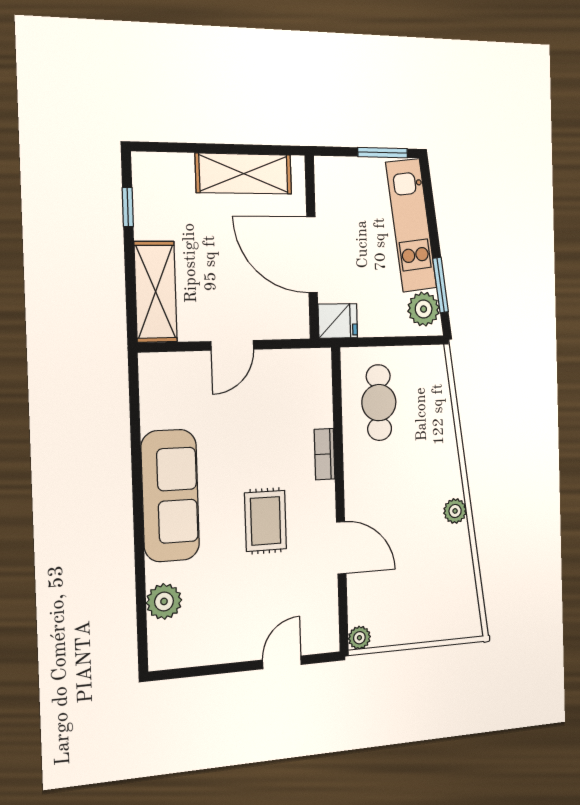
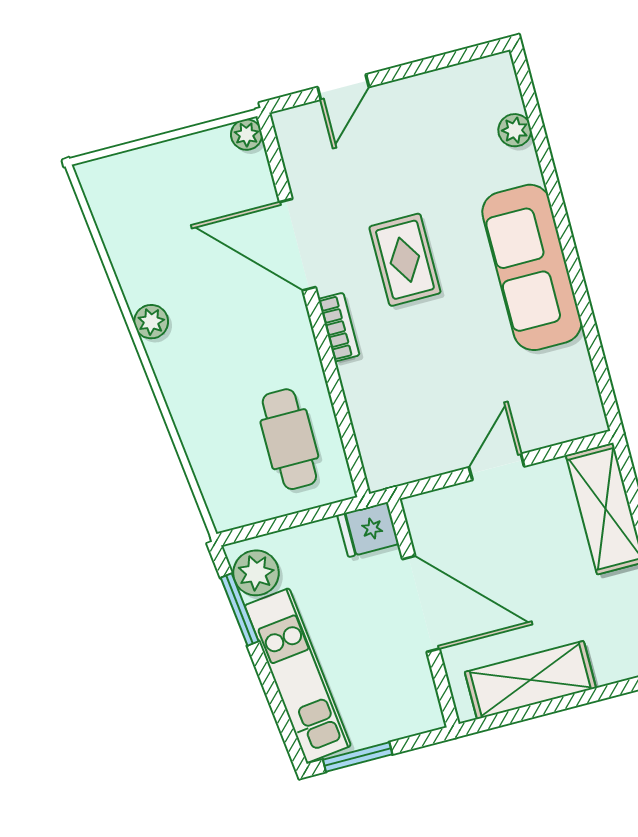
bookcase: (325, 454) -> (339, 327), moved
door: (341, 548) -> (298, 245), width x1.36
plant: (164, 601) -> (515, 130), width x0.73, depth x0.73

